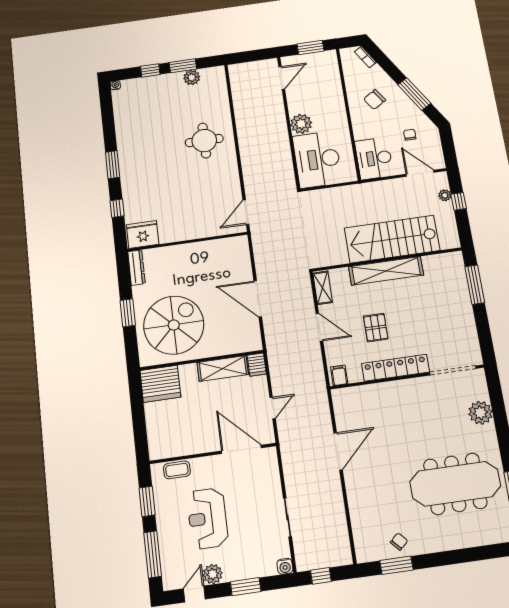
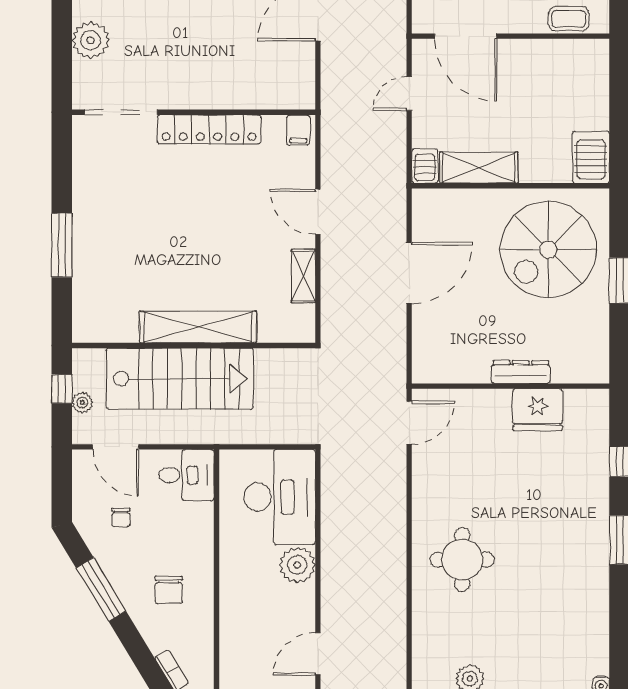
chair: (375, 100) -> (169, 590), turned 123
desk: (374, 158) -> (186, 475), width x0.73
fridge: (143, 234) -> (537, 410), moved
stairs: (392, 239) -> (180, 379), moved
wall: (387, 260) -> (194, 345), moved
dresser: (136, 268) -> (521, 372), moved, turned 90
shelving: (386, 271) -> (198, 327), moved
door: (258, 299) -> (409, 273), hinge flipped
pallet: (376, 328) -> (229, 198), removed
server rack: (160, 384) -> (591, 157), width x0.62

